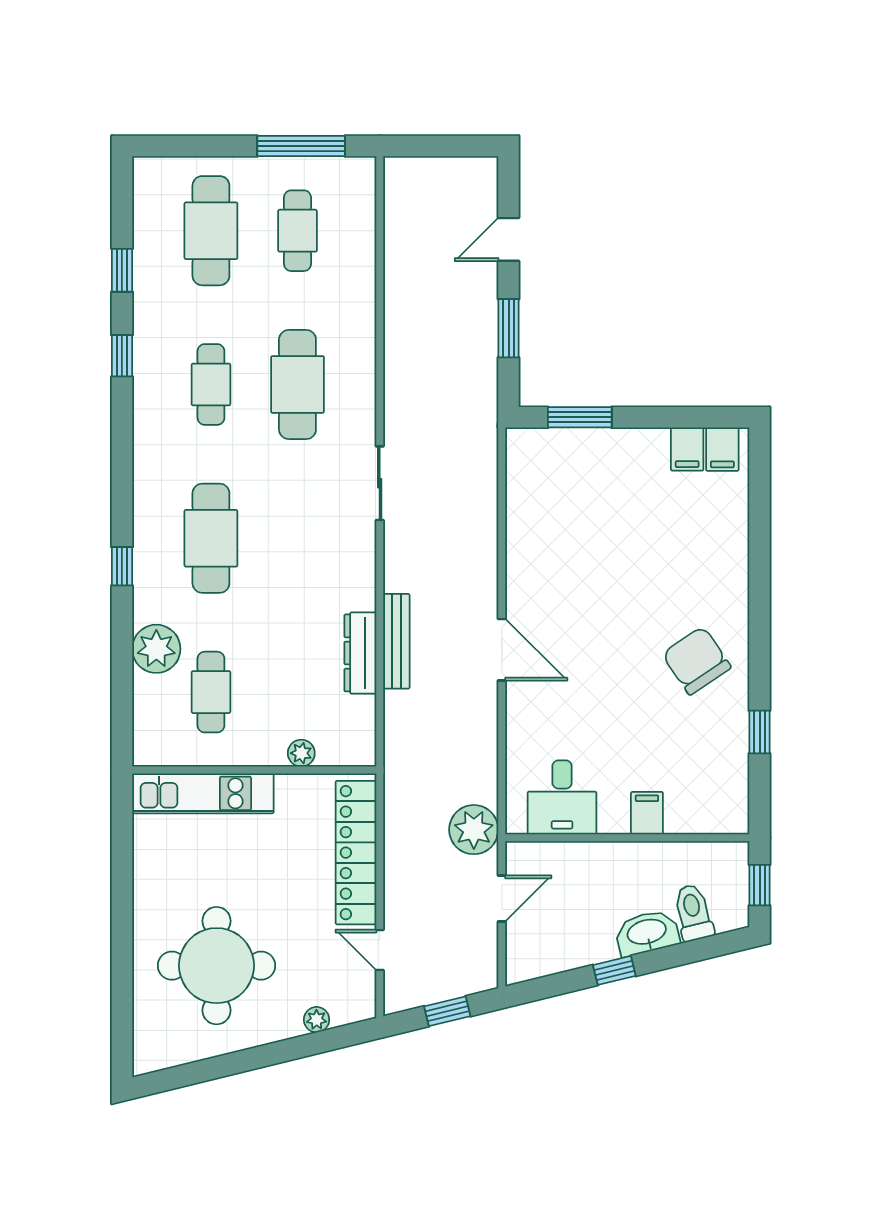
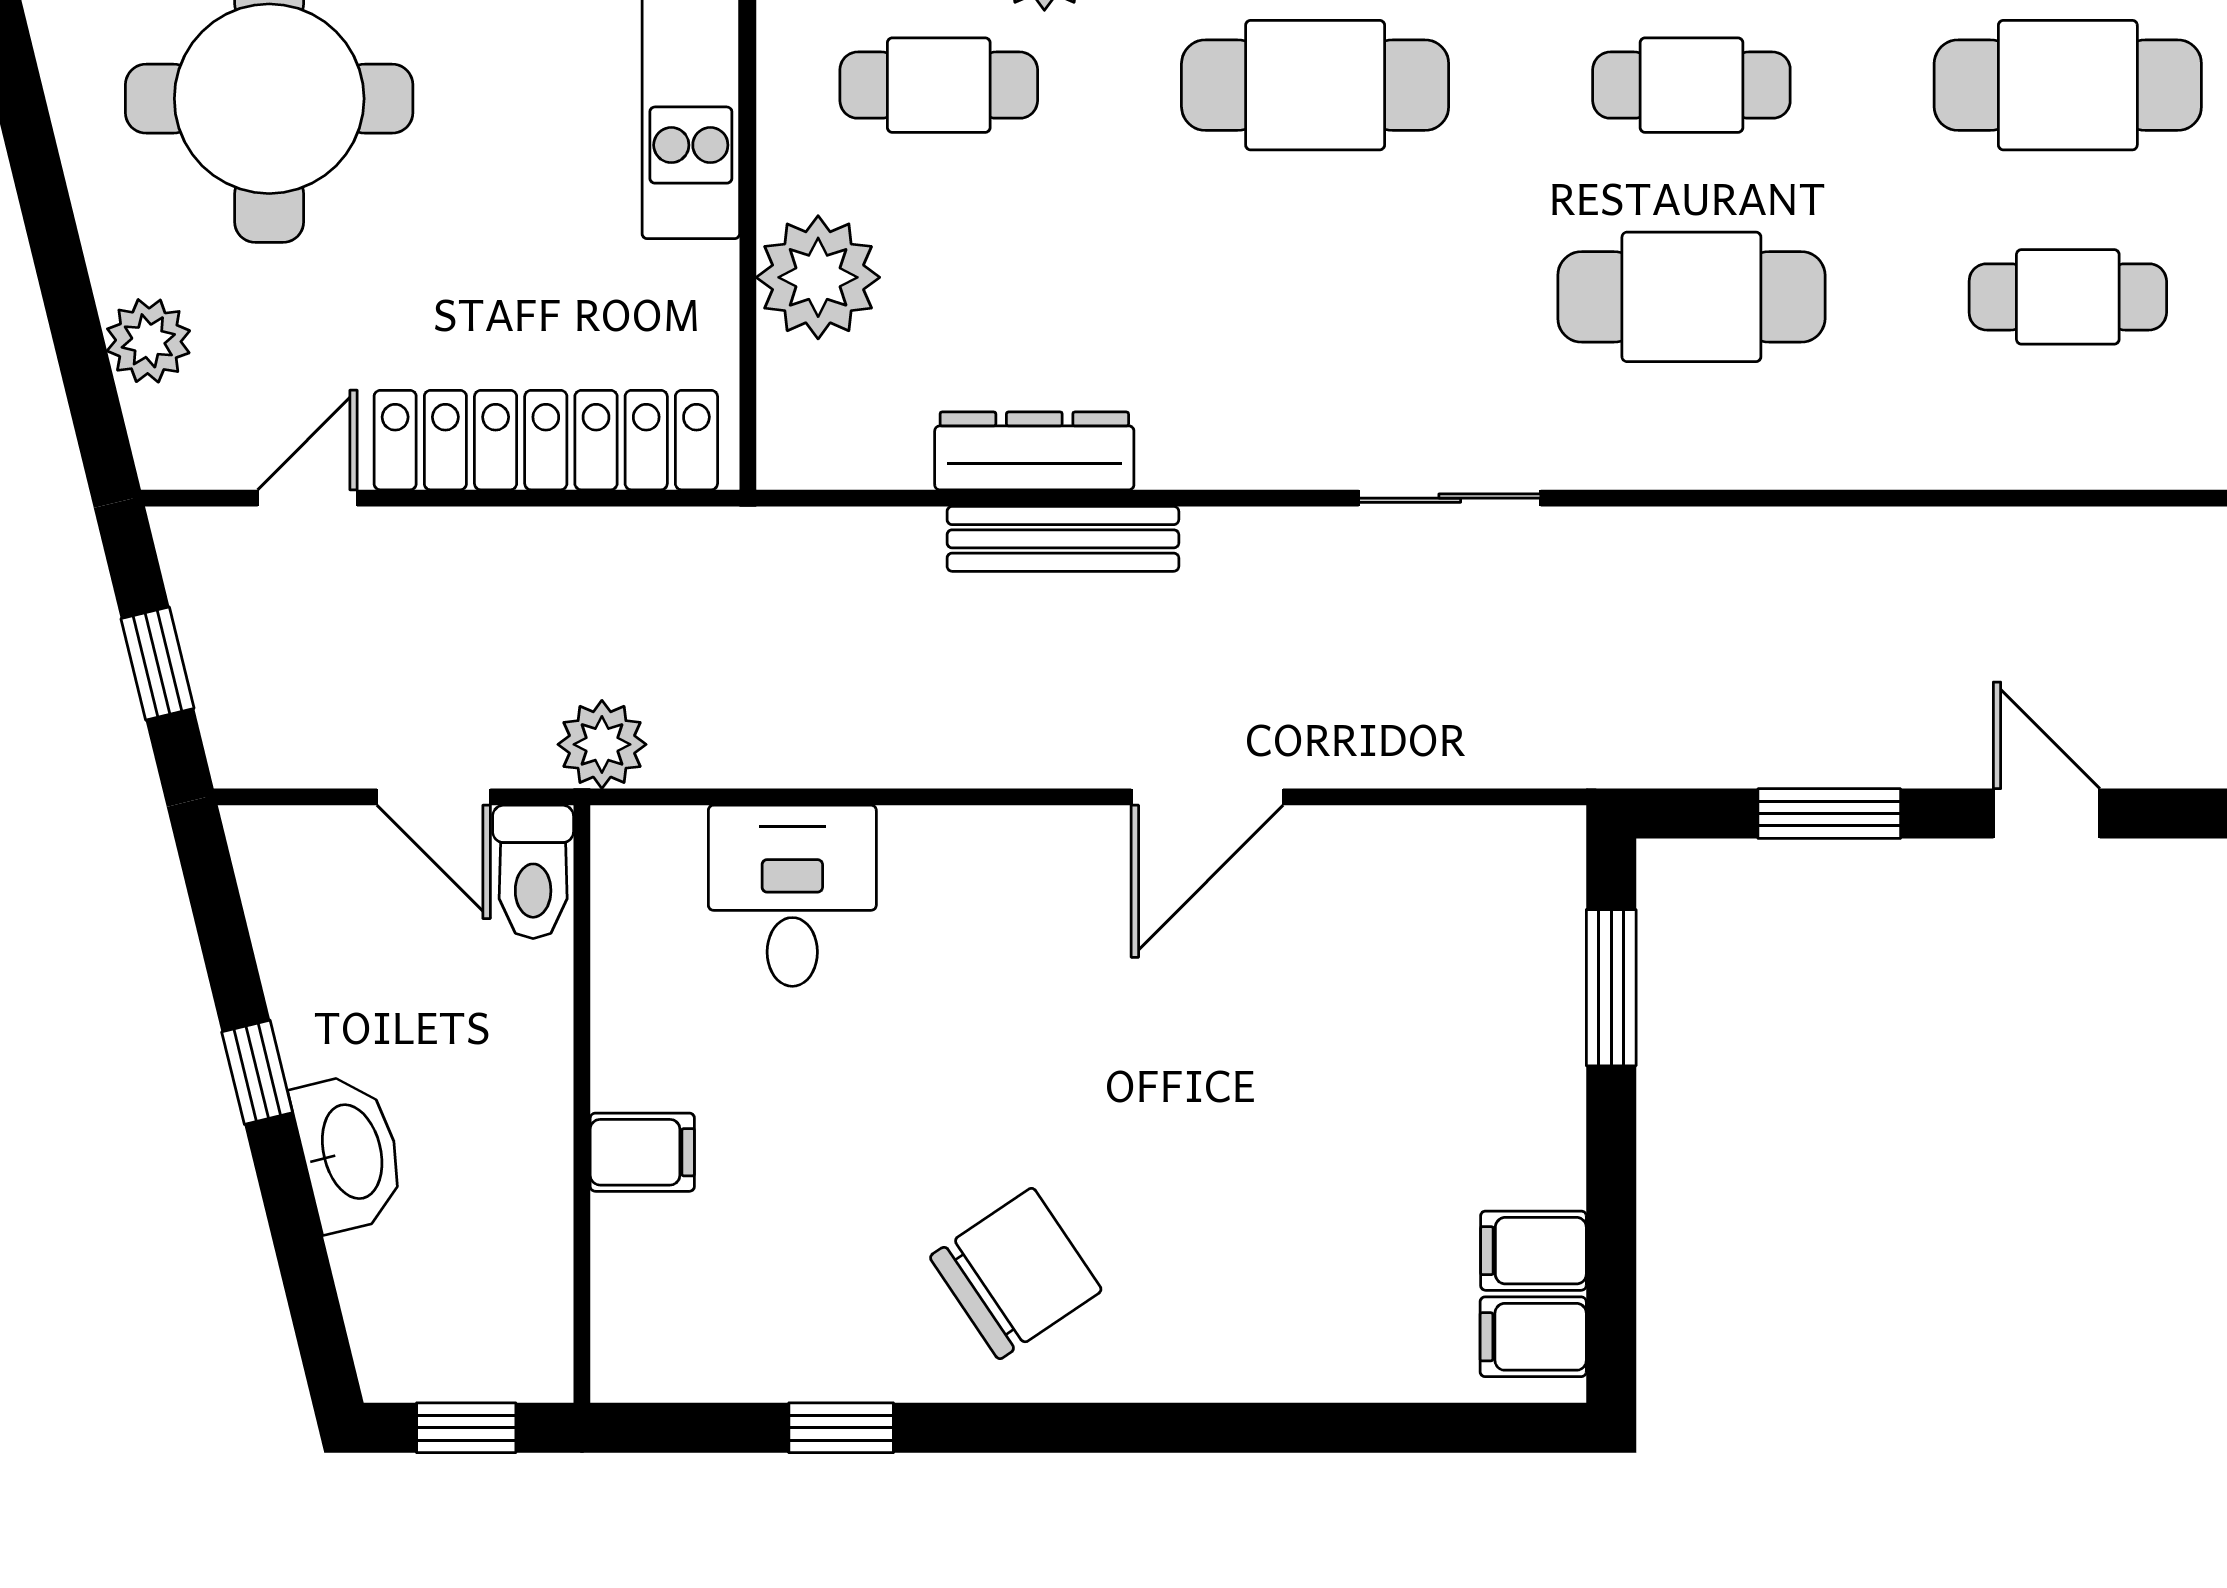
door: (502, 650) -> (1207, 797), moved
plant: (301, 753) -> (818, 277), width x1.88, depth x1.88
desk: (562, 797) -> (792, 896), moved, turned 90
plant: (474, 830) -> (602, 744), width x0.73, depth x0.73
toilet: (693, 913) -> (533, 872), moved, turned 104
plant: (317, 1020) -> (148, 341), width x1.38, depth x1.38

